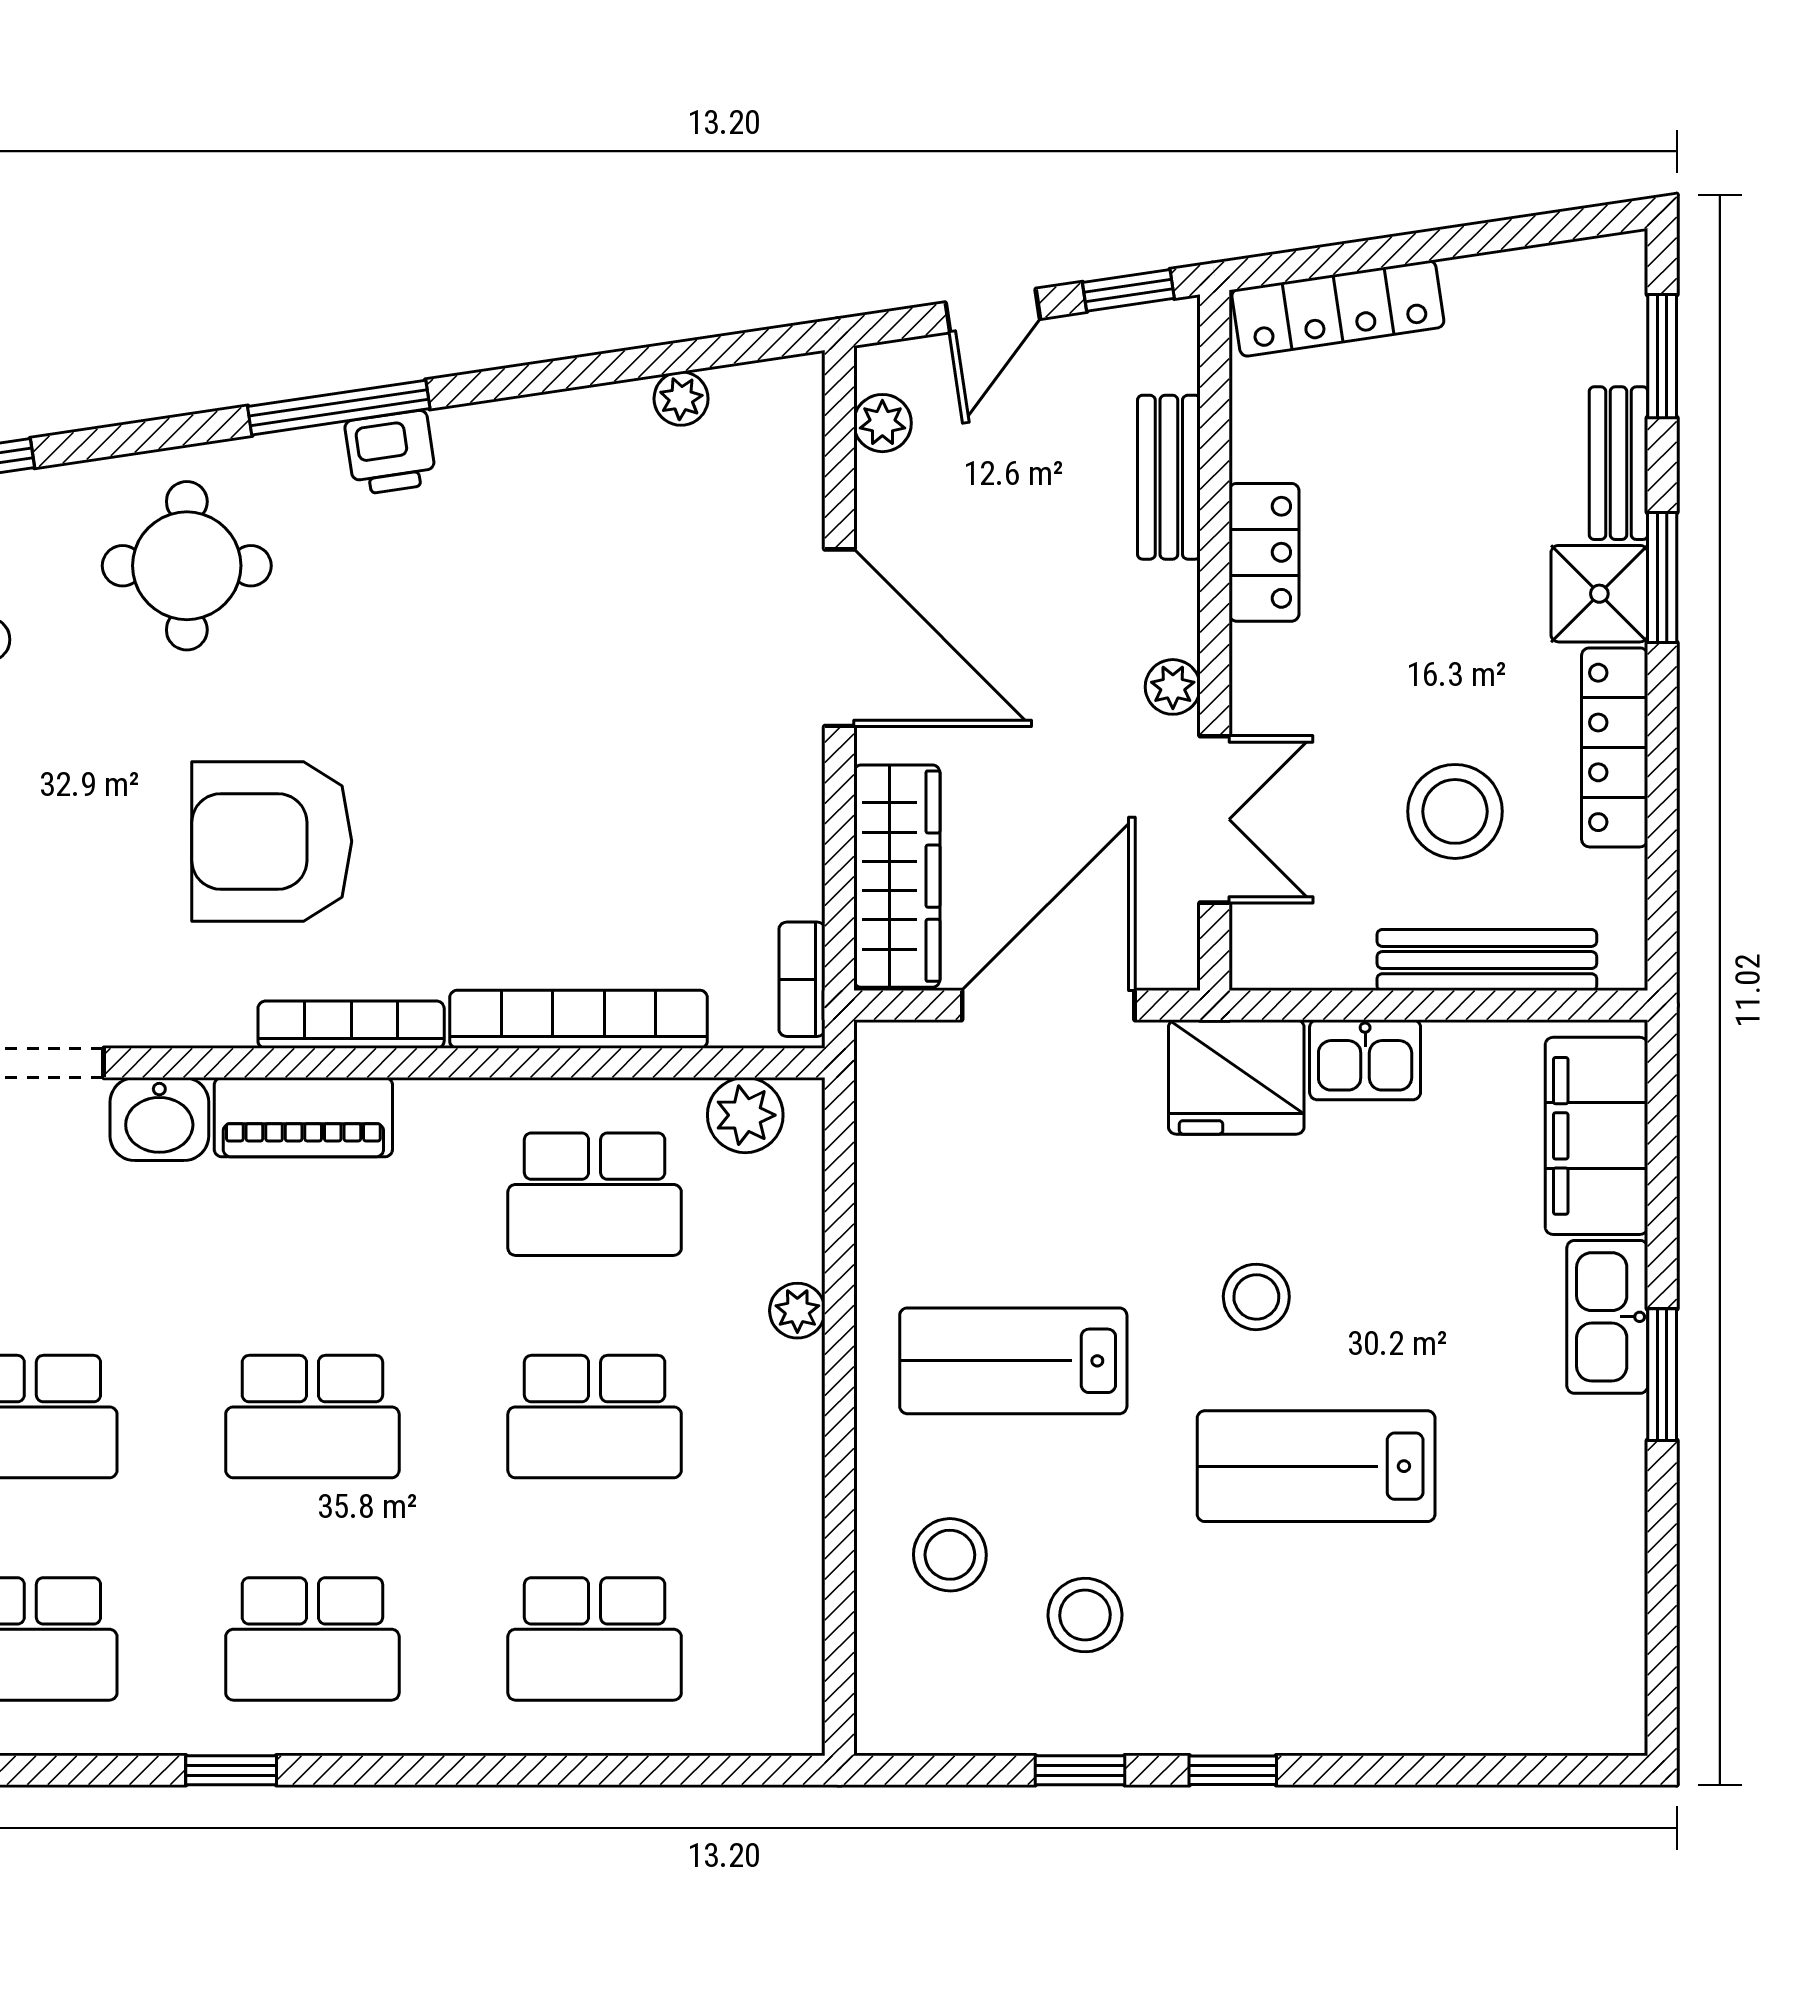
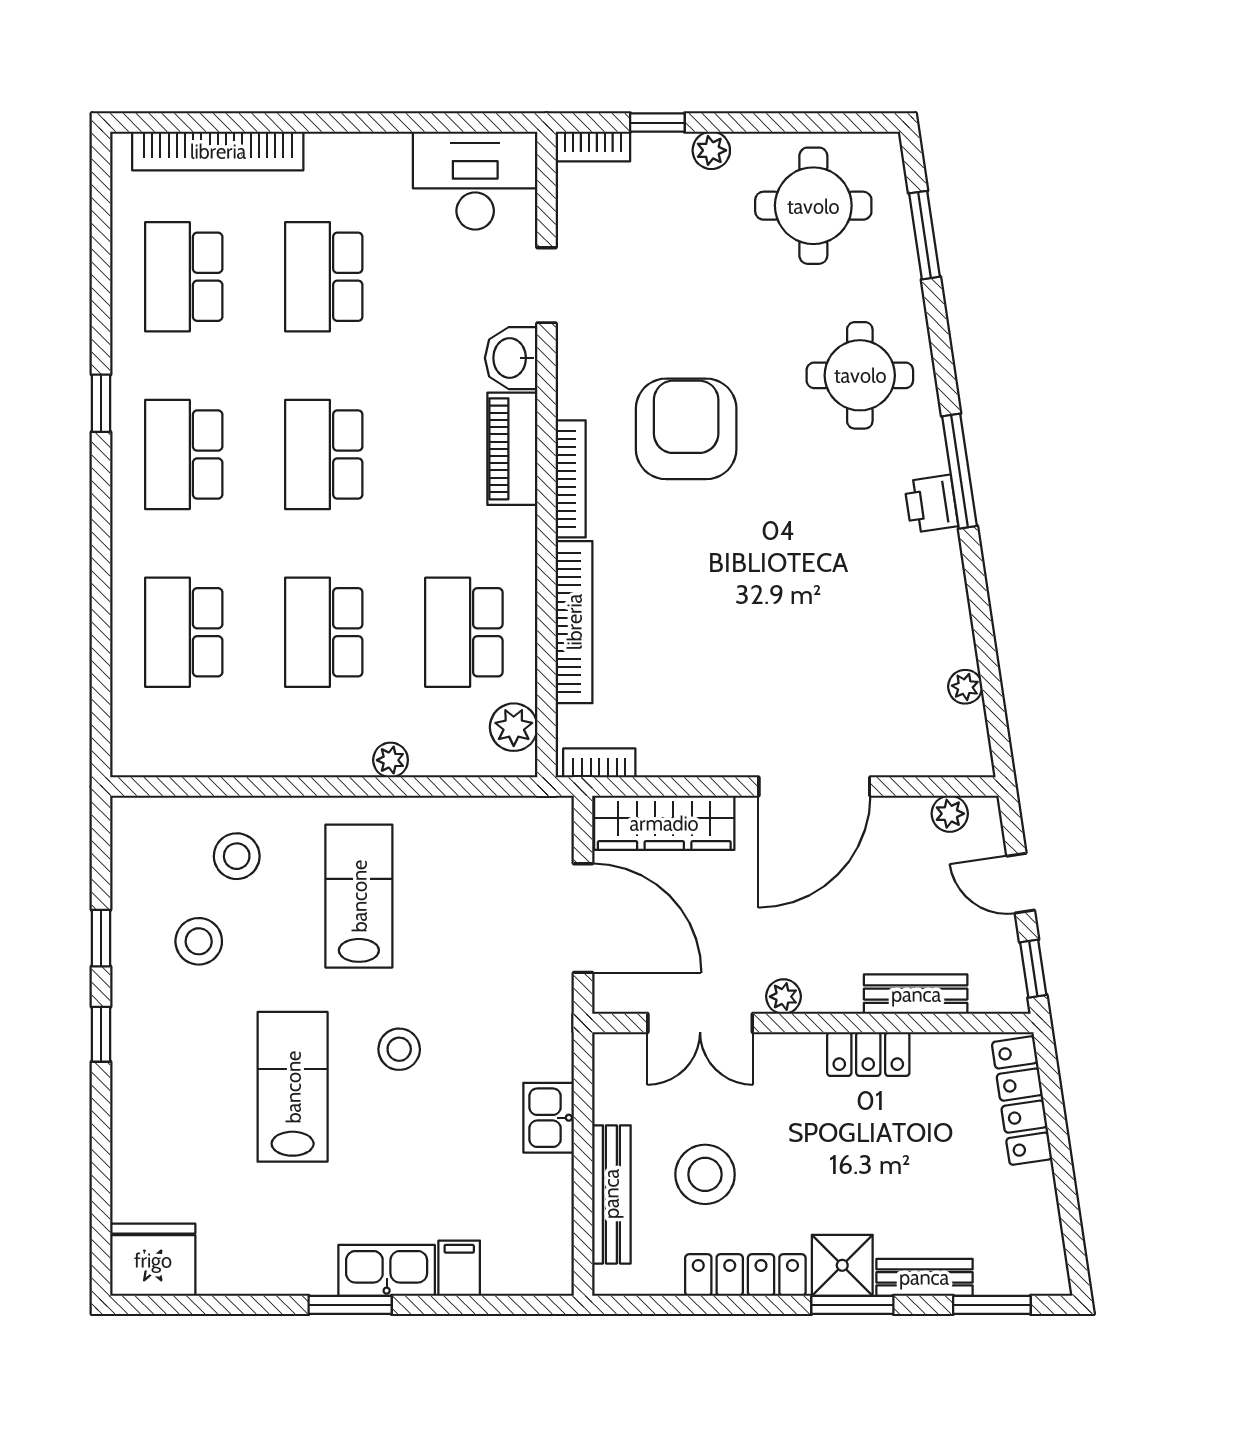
fridge: (1236, 1077) -> (153, 1260), moved, turned 90
filing cabinet: (1597, 1136) -> (459, 1268), width x0.33, depth x0.86

